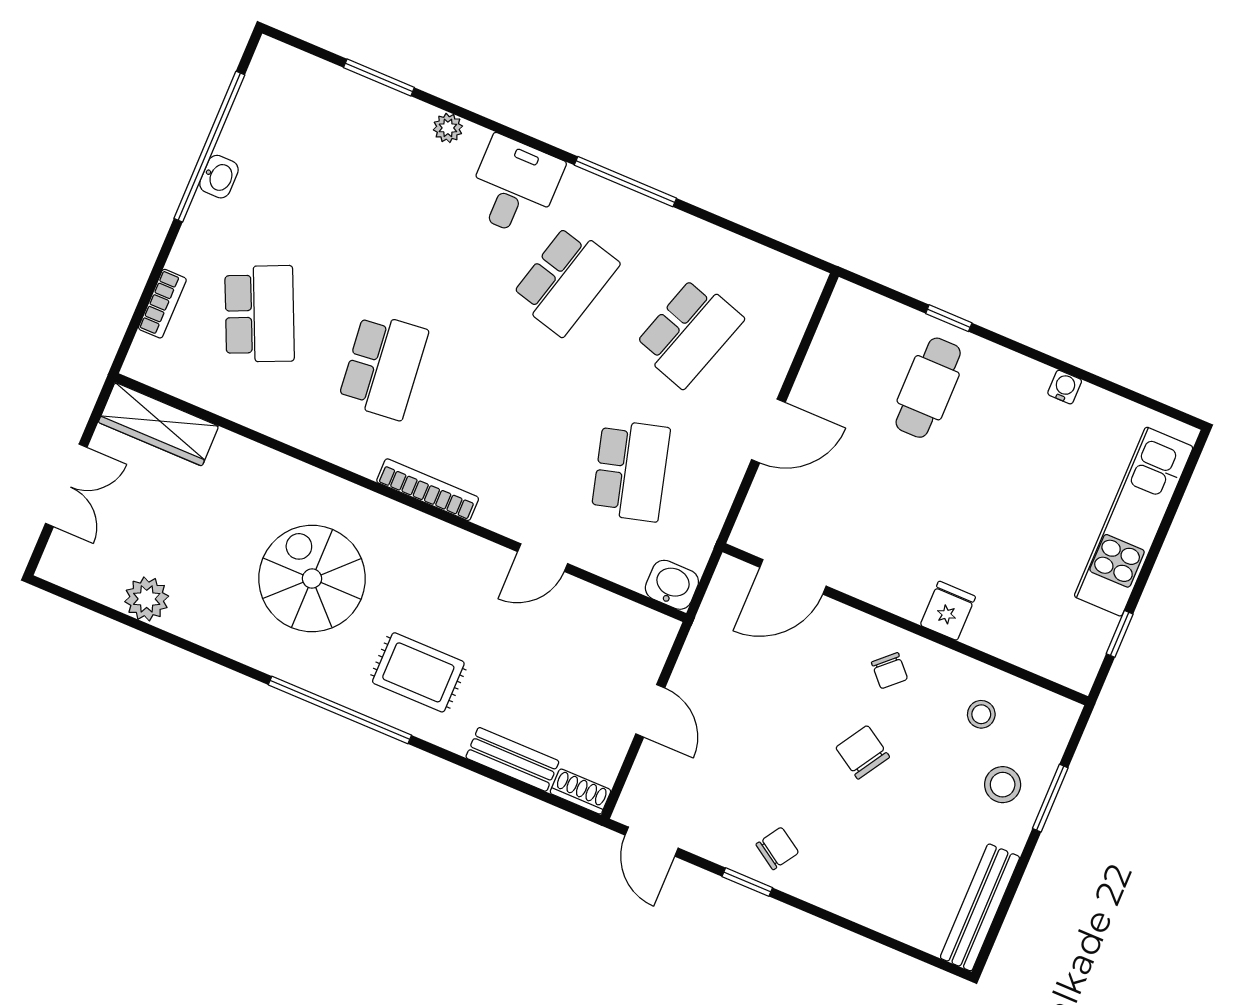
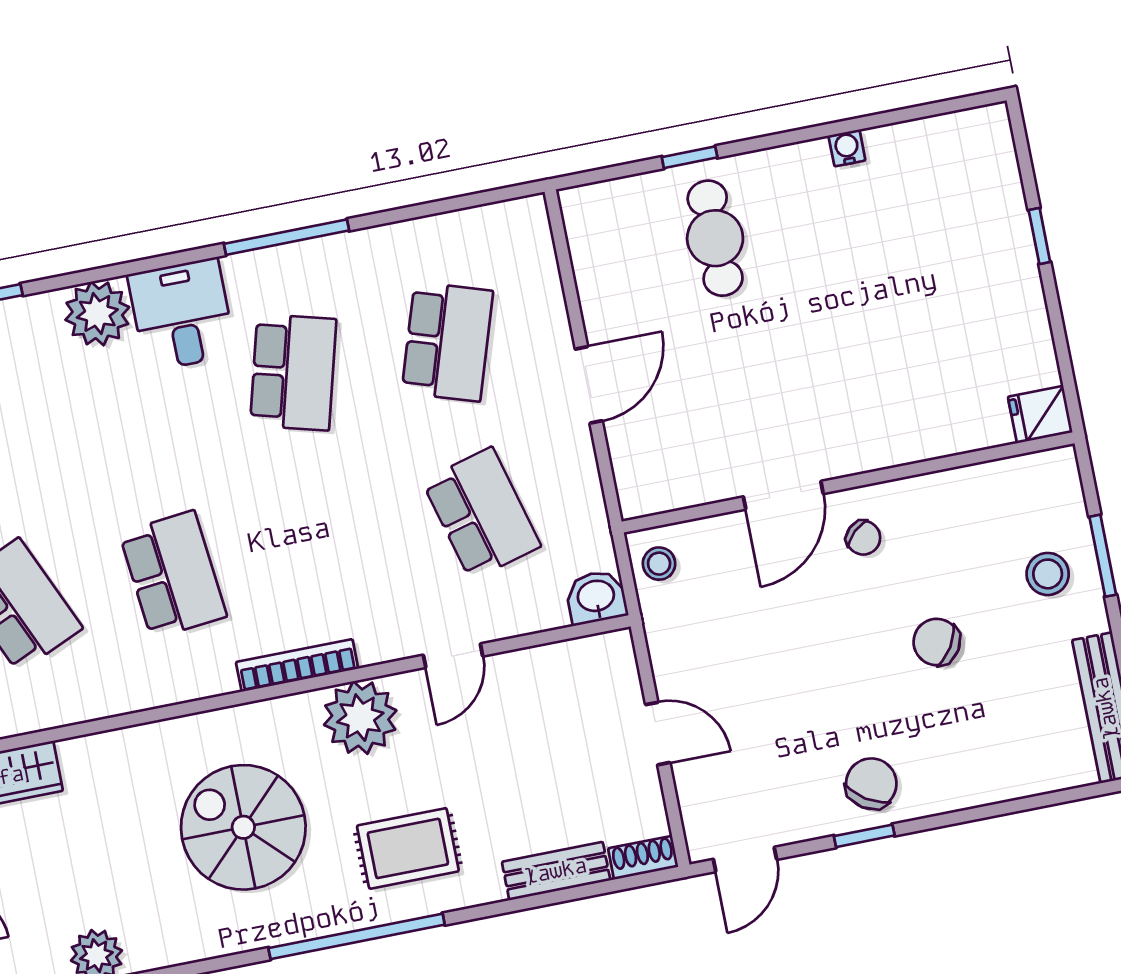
plant: (448, 128) -> (97, 313), width x1.87, depth x1.87
kitchen unit: (1134, 522) -> (1002, 233), removed
plant: (447, 557) -> (360, 718), added
door: (793, 577) -> (783, 495), moved
fridge: (948, 611) -> (1040, 414), moved, turned -90
window: (1120, 634) -> (1039, 236), moved
stool: (981, 714) -> (659, 564), moved
chair: (863, 752) -> (937, 642), moved
door: (652, 842) -> (745, 859), hinge flipped
chair: (777, 848) -> (871, 784), width x1.37, depth x1.37

